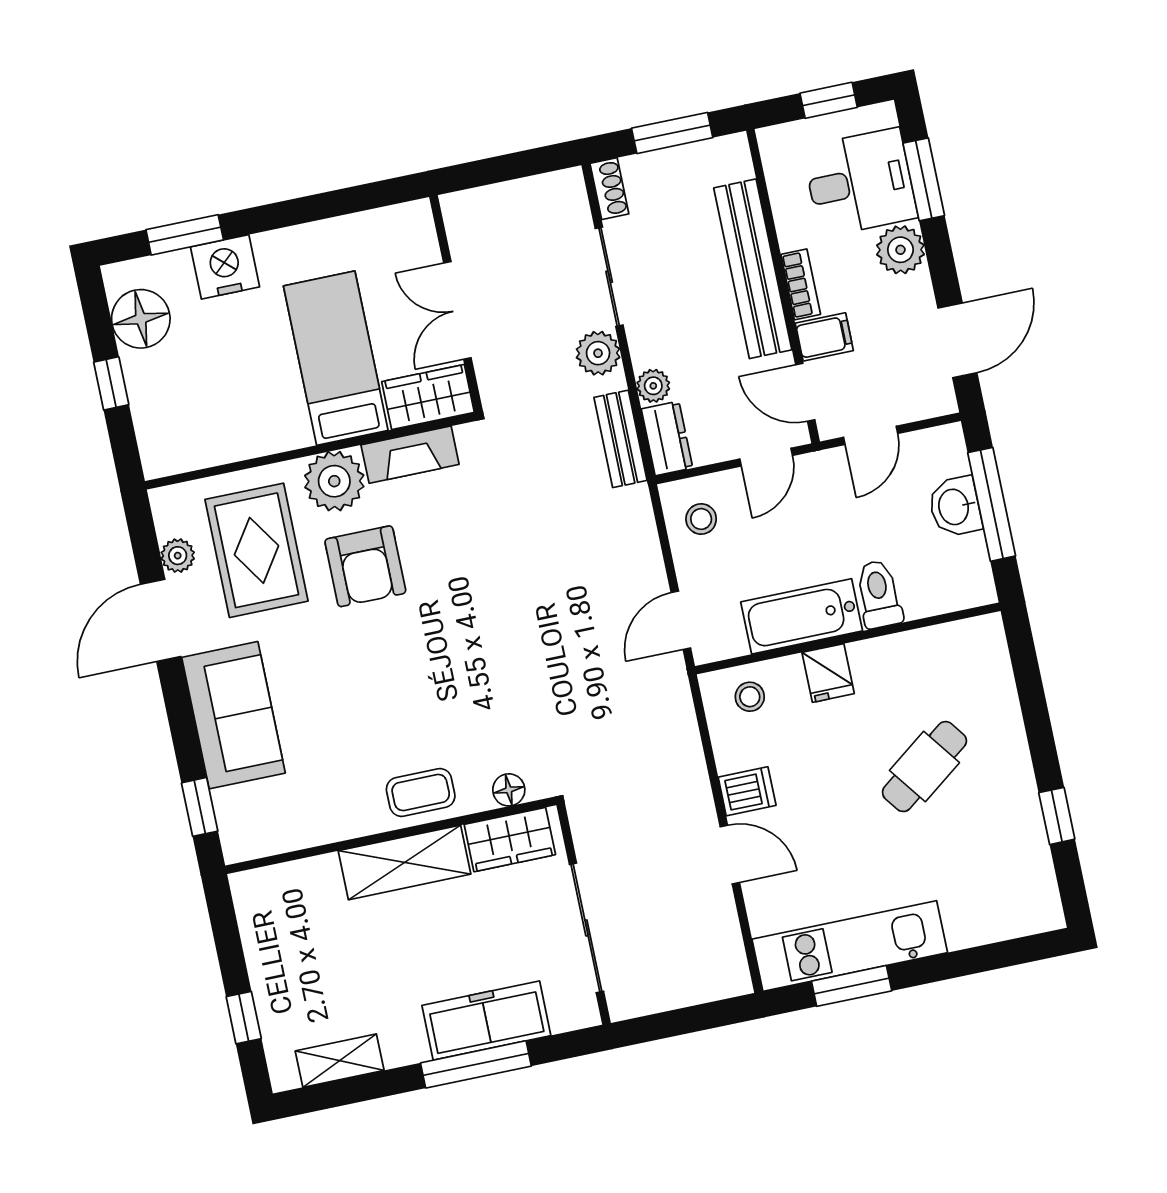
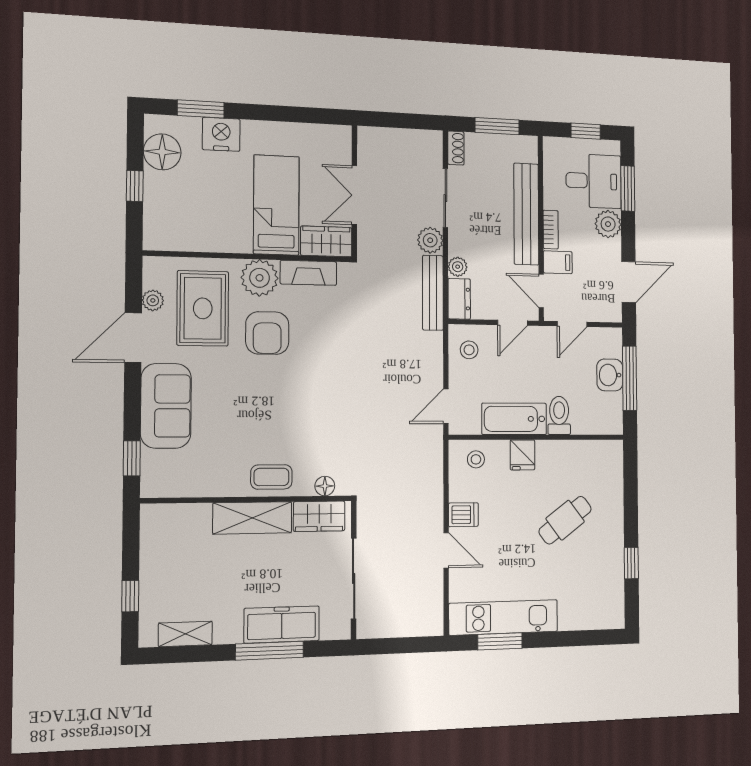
bench: (621, 439) -> (433, 293), width x1.36

